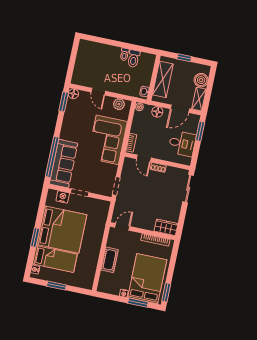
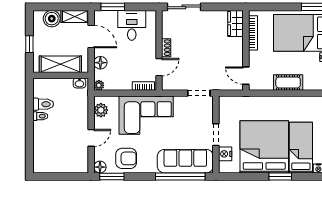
armchair: (76, 116) -> (126, 158), added

